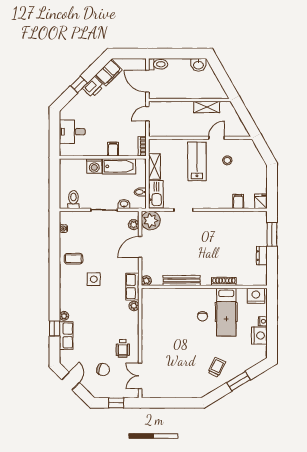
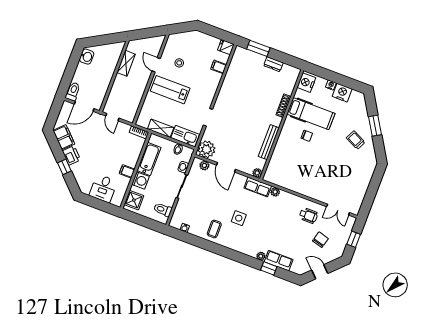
filing cabinet: (113, 149) -> (127, 171), moved
shower: (72, 167) -> (134, 200), added

